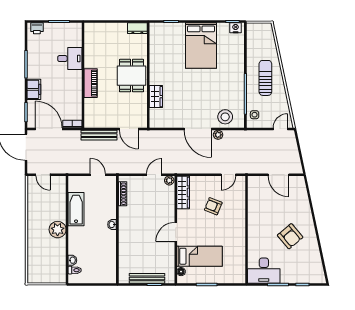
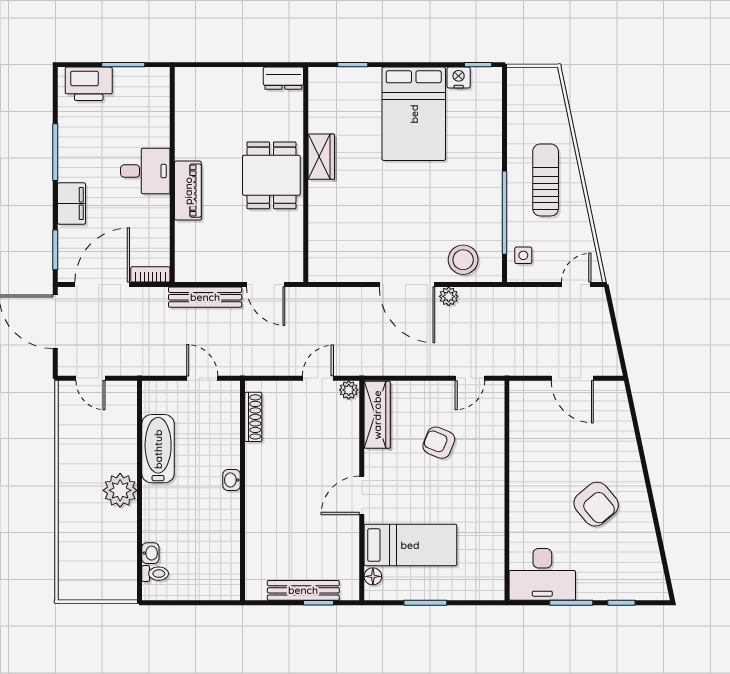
printer: (37, 28) -> (89, 84), width x1.87, depth x1.48
nightstand: (236, 28) -> (459, 78), moved
desk: (70, 59) -> (145, 171), moved
wardrobe: (156, 97) -> (321, 157), moved
door: (49, 129) -> (102, 285), hinge flipped

